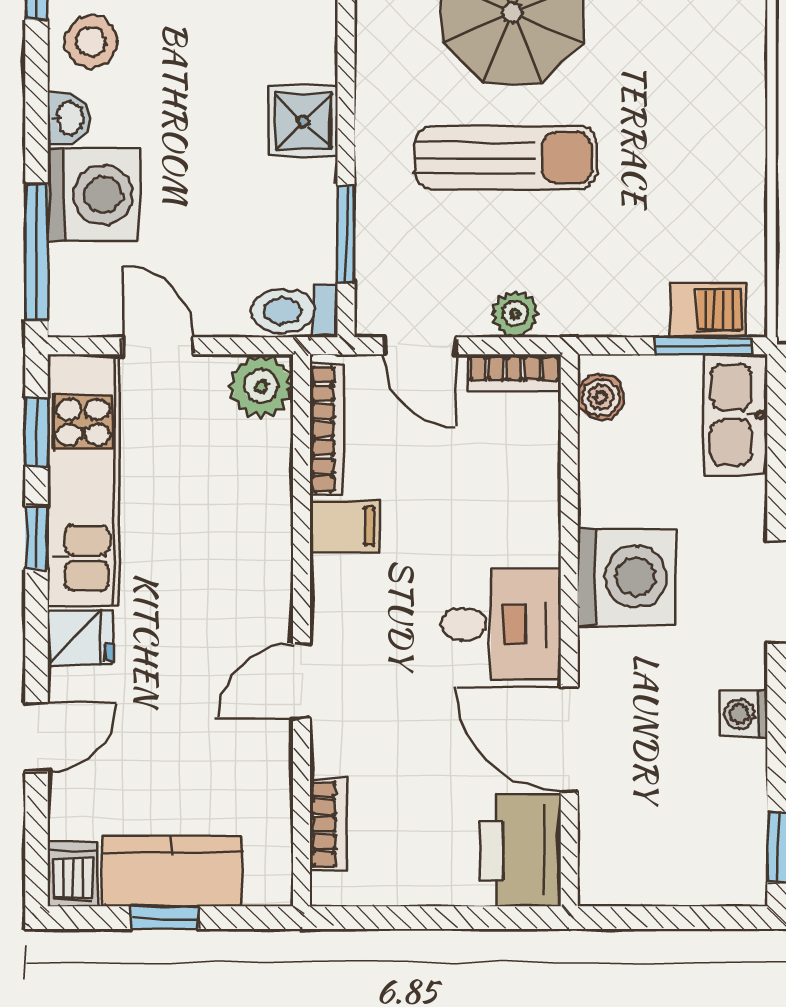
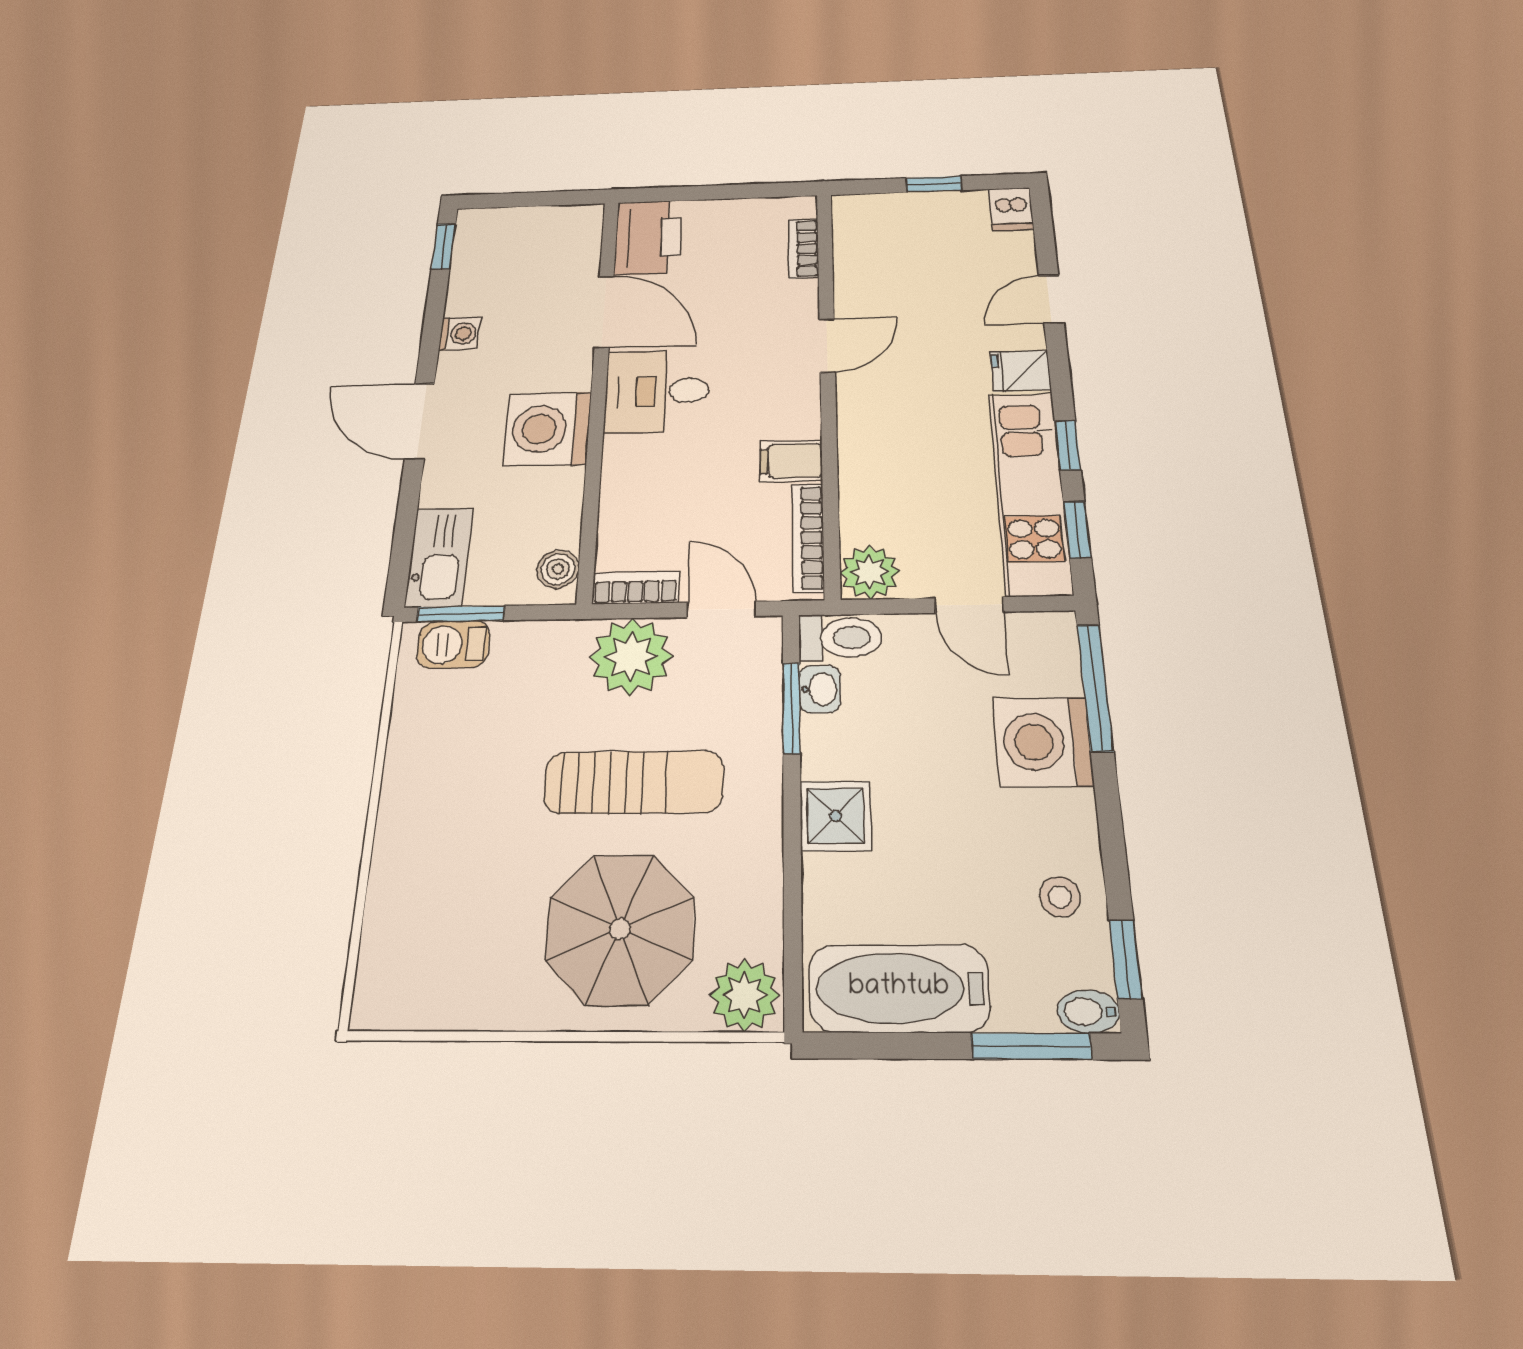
stool: (91, 42) -> (1060, 897), width x0.73, depth x0.73
washbasin: (69, 118) -> (820, 689), moved, turned 180
sun lounger: (506, 158) -> (634, 782), turned 180
plant: (515, 314) -> (631, 657), width x1.87, depth x1.87
kitchen counter: (173, 871) -> (929, 214), removed

